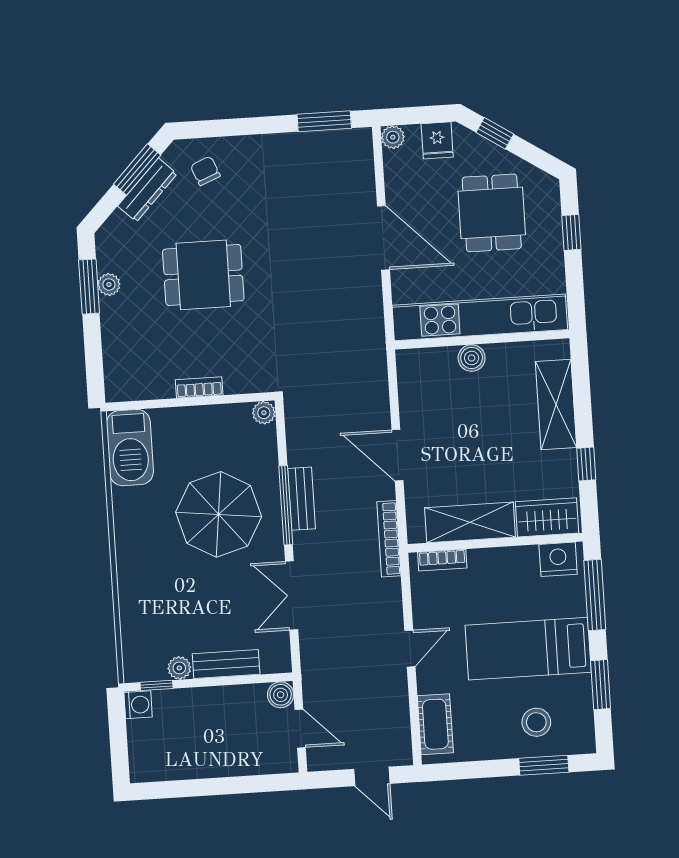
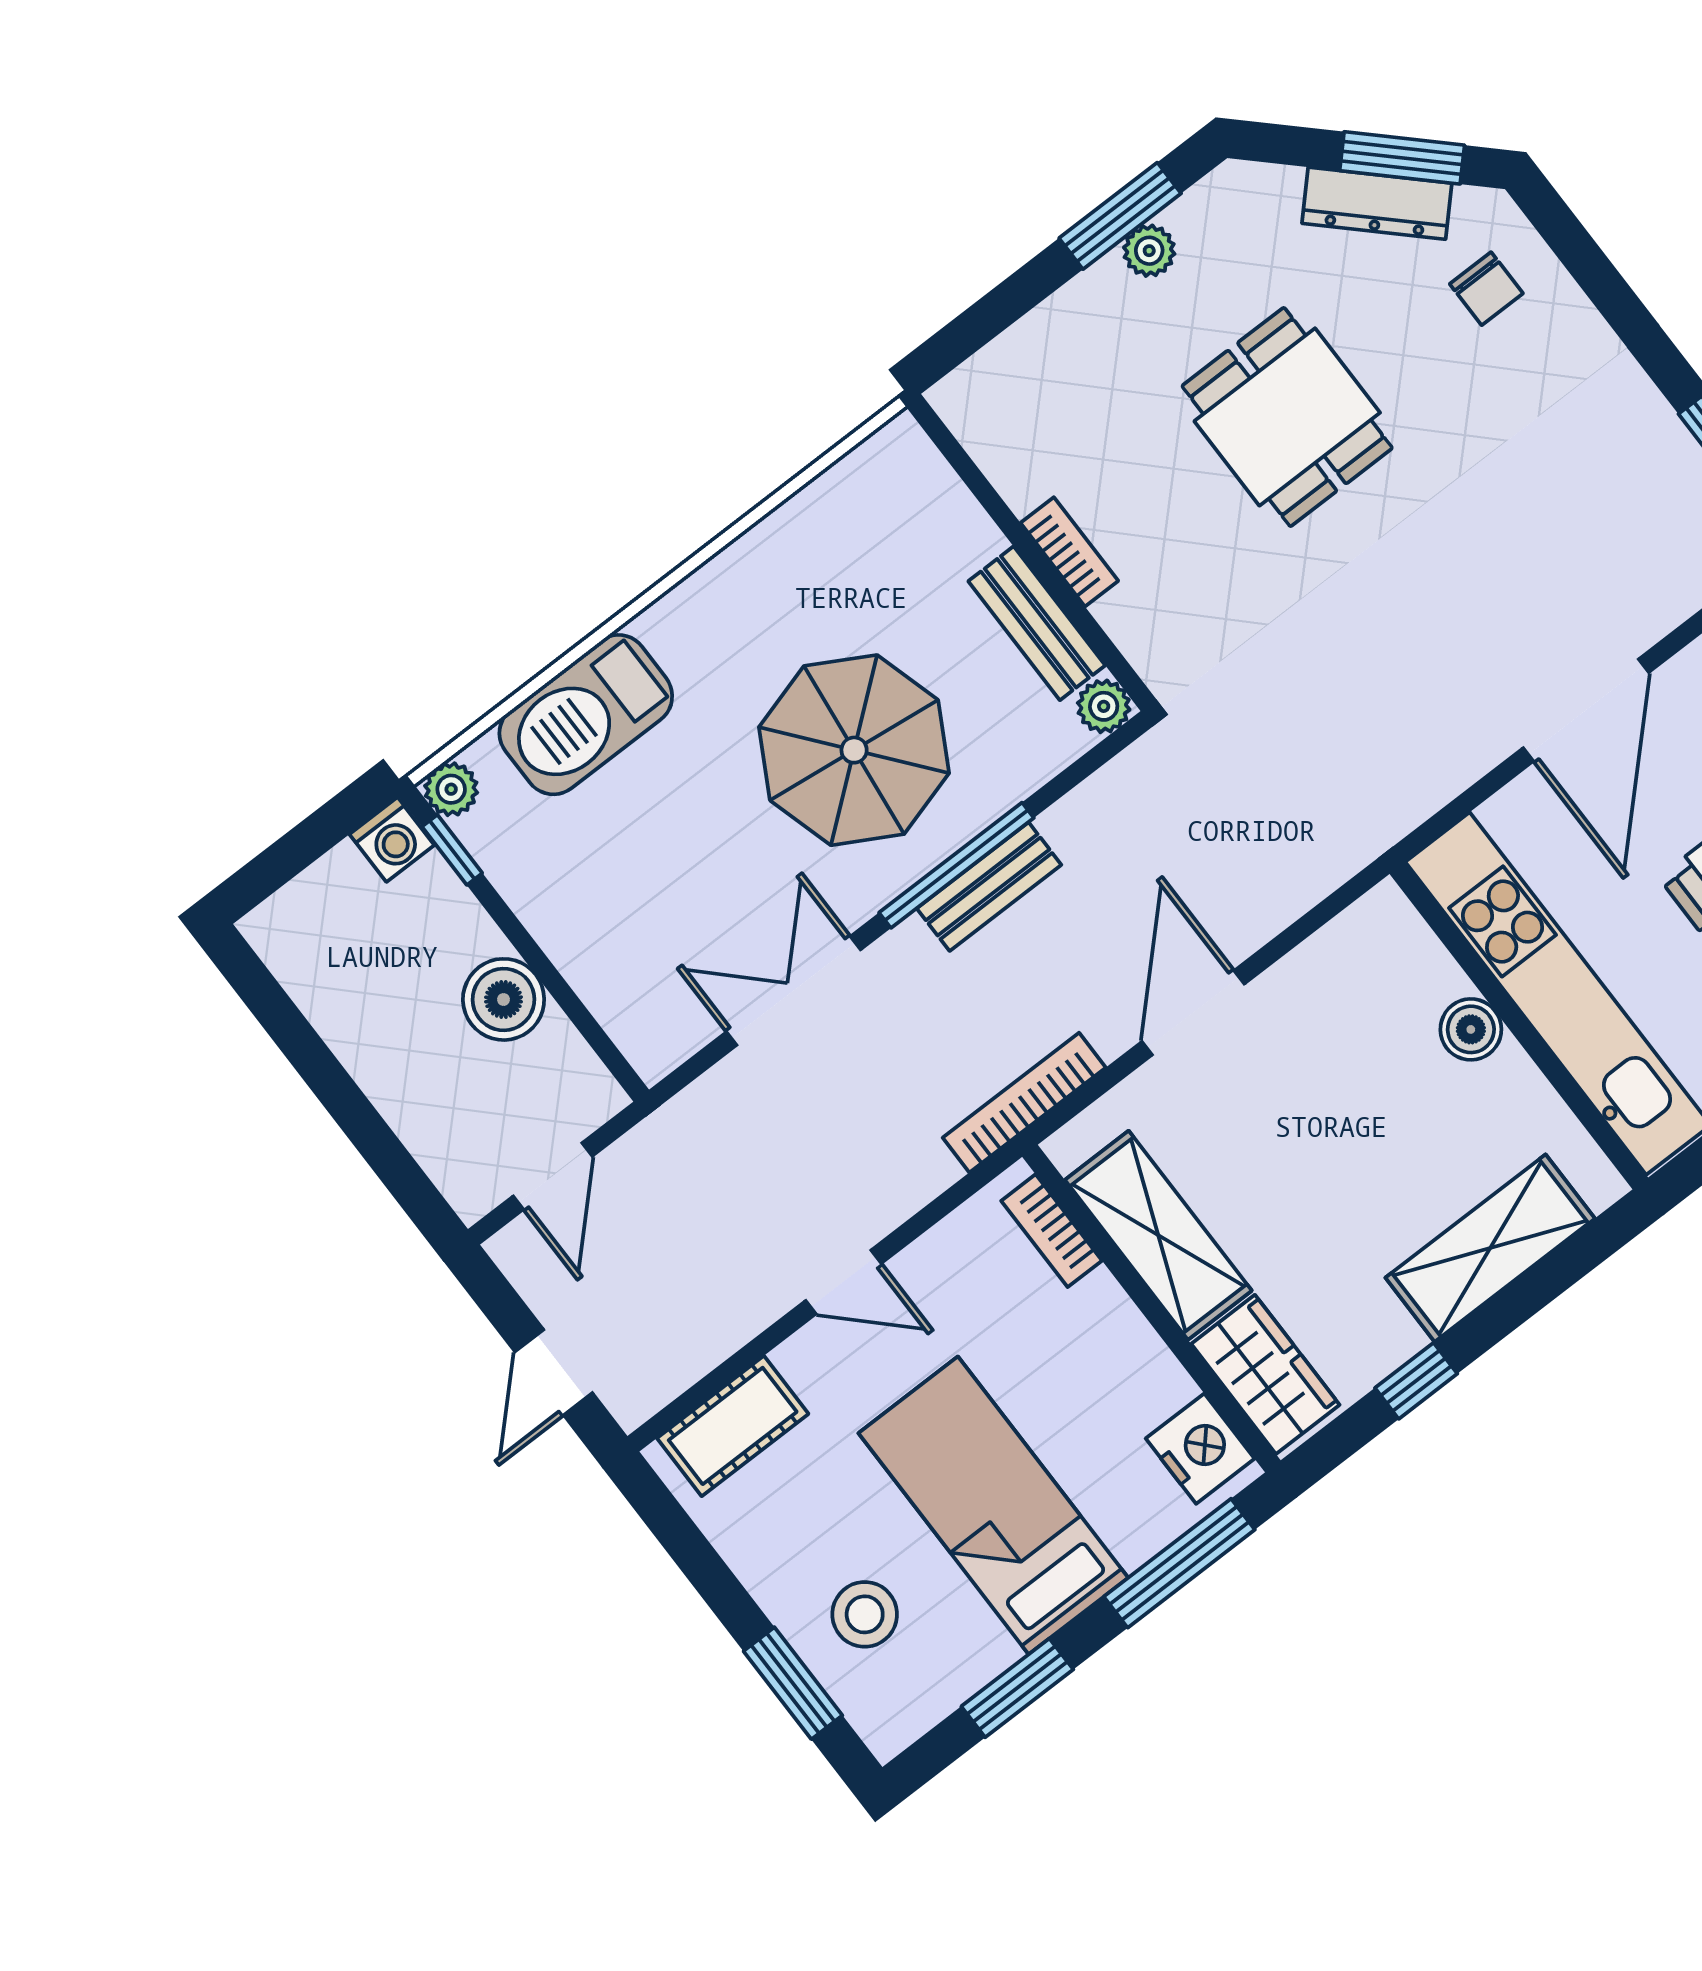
chair: (205, 171) -> (1486, 289), turned 112
barbecue: (130, 448) -> (586, 715), moved
bench: (226, 664) -> (1037, 623), moved
plant: (179, 668) -> (451, 789), moved
boiler: (281, 695) -> (504, 999), moved, width x1.36, depth x1.36

